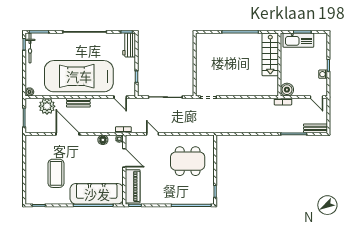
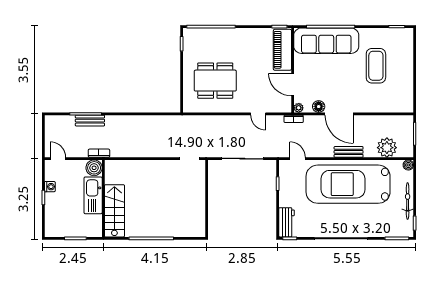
kitchen sink: (298, 40) -> (93, 195), moved, turned -90
bicycle: (30, 48) -> (408, 201), moved
car: (79, 76) -> (348, 184), turned 180
bench: (316, 128) -> (90, 121), moved
door: (68, 134) -> (339, 114), moved

